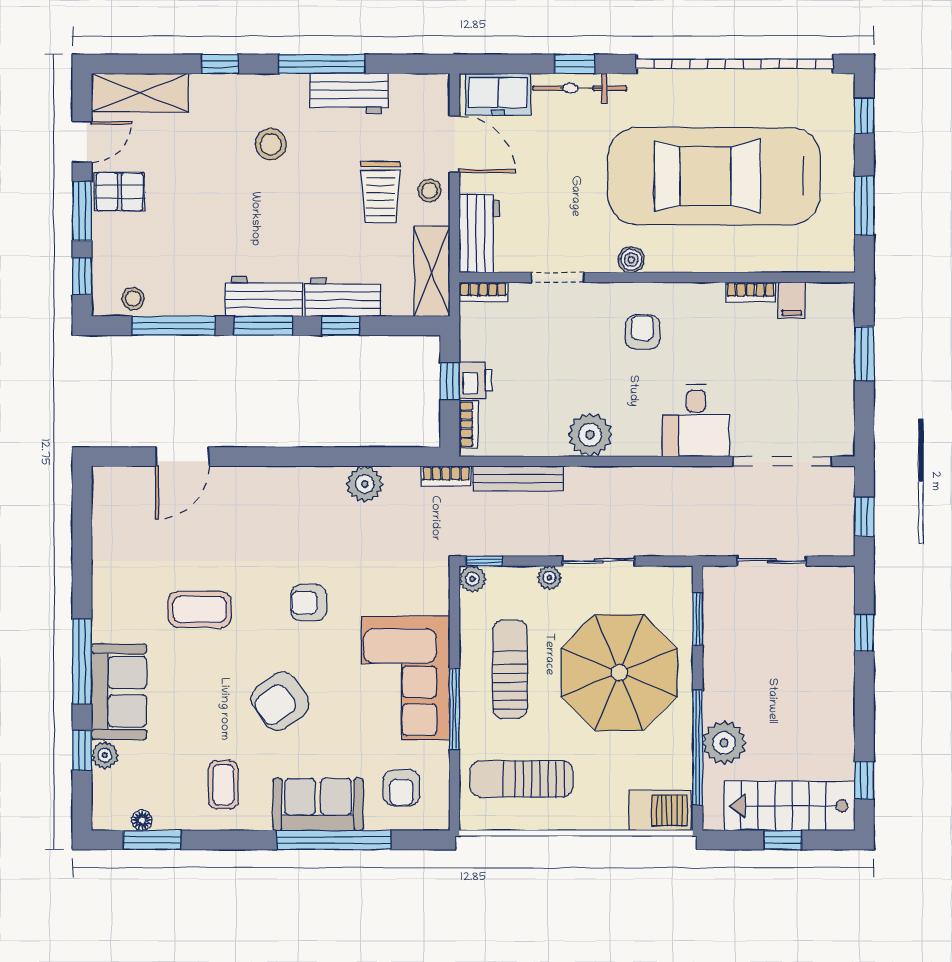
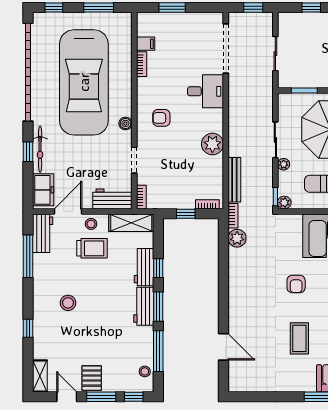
window: (322, 64) -> (28, 256), moved
shelving: (140, 93) -> (40, 376), width x0.67, depth x0.75
workbench: (349, 93) -> (43, 233), moved
printer: (476, 380) -> (185, 201), removed
plant: (365, 484) -> (237, 238), moved

